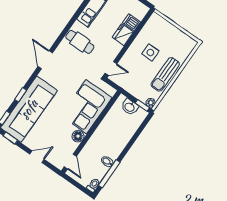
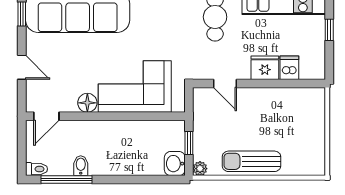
side table: (150, 52) -> (267, 121), removed
door: (111, 68) -> (225, 83), moved
window: (142, 105) -> (189, 143), moved
washbasin: (130, 107) -> (175, 164), moved

